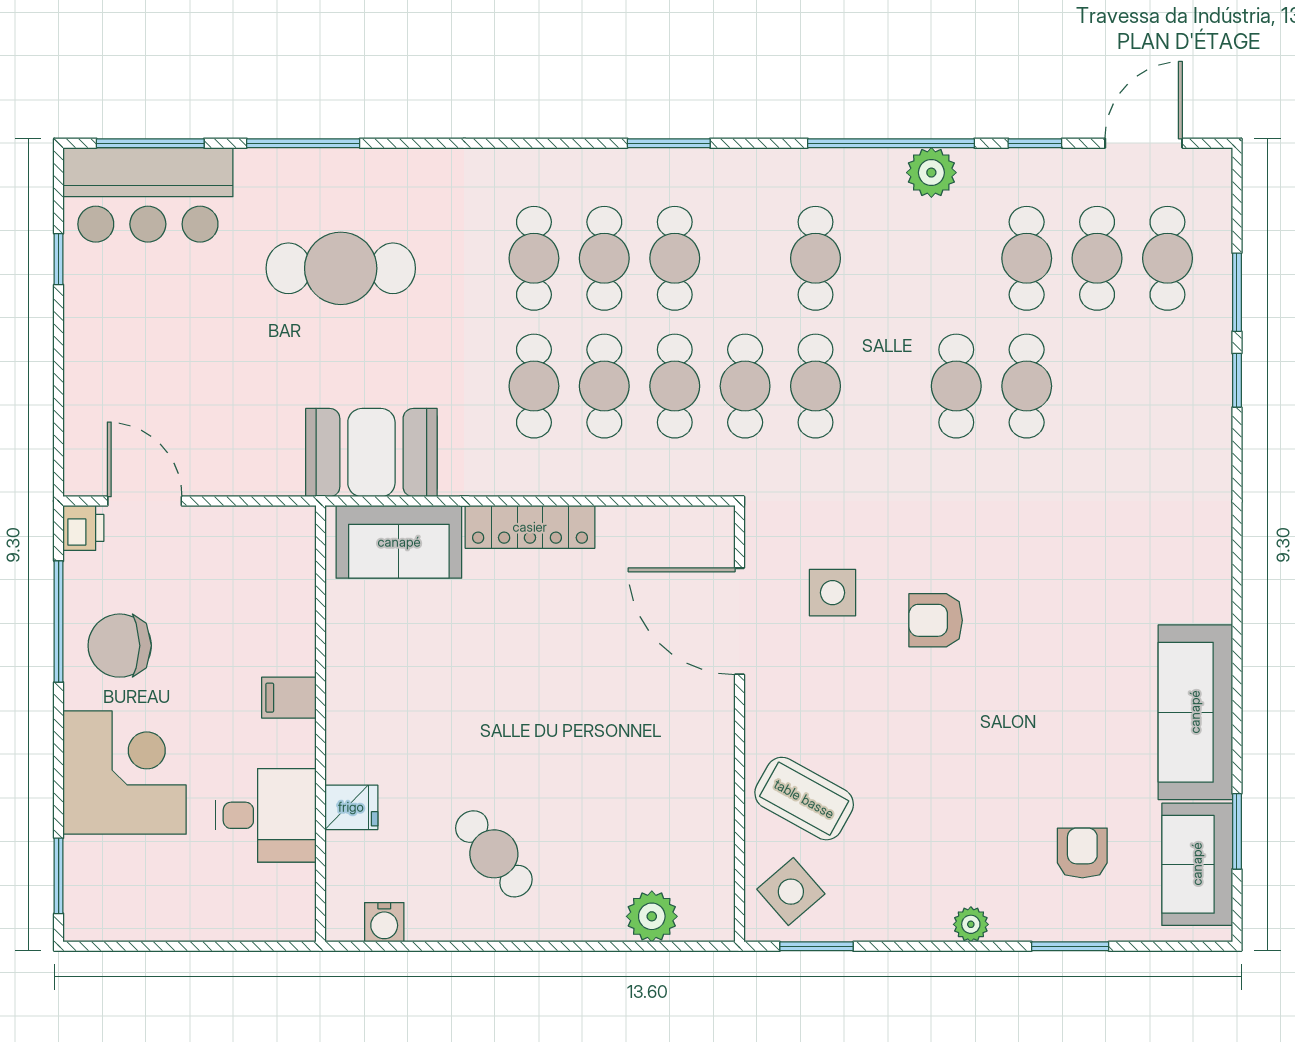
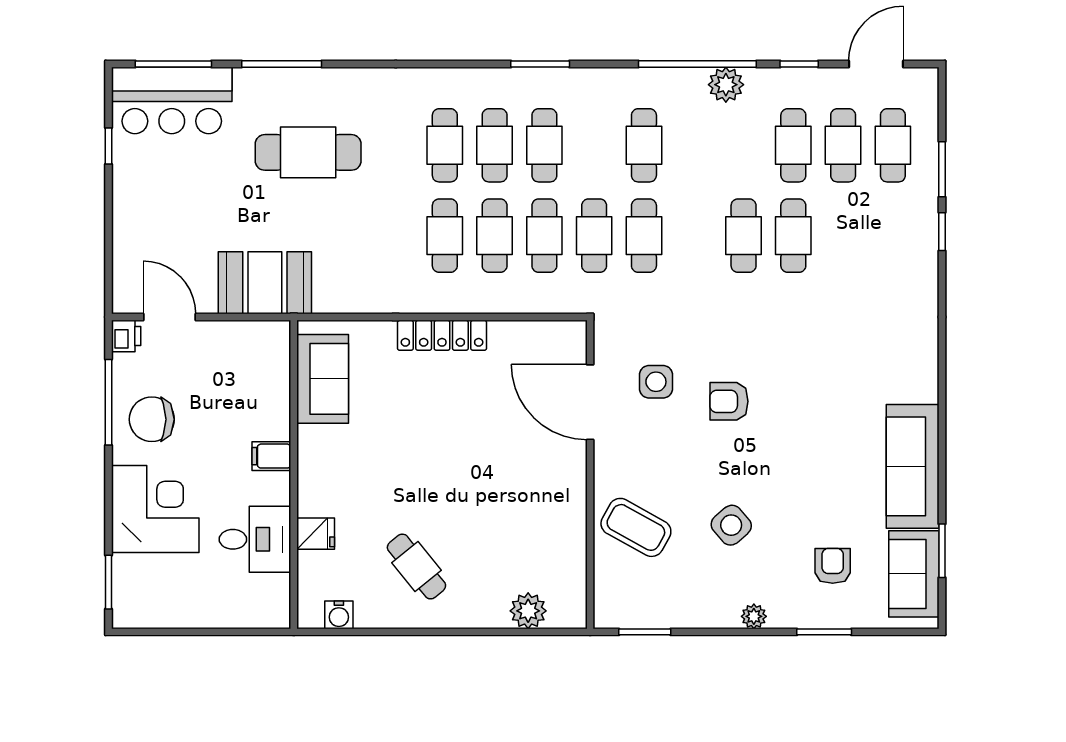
booth: (371, 453) -> (265, 283), moved
sofa: (399, 542) -> (323, 379), moved, turned -90
side table: (791, 892) -> (731, 525), moved

